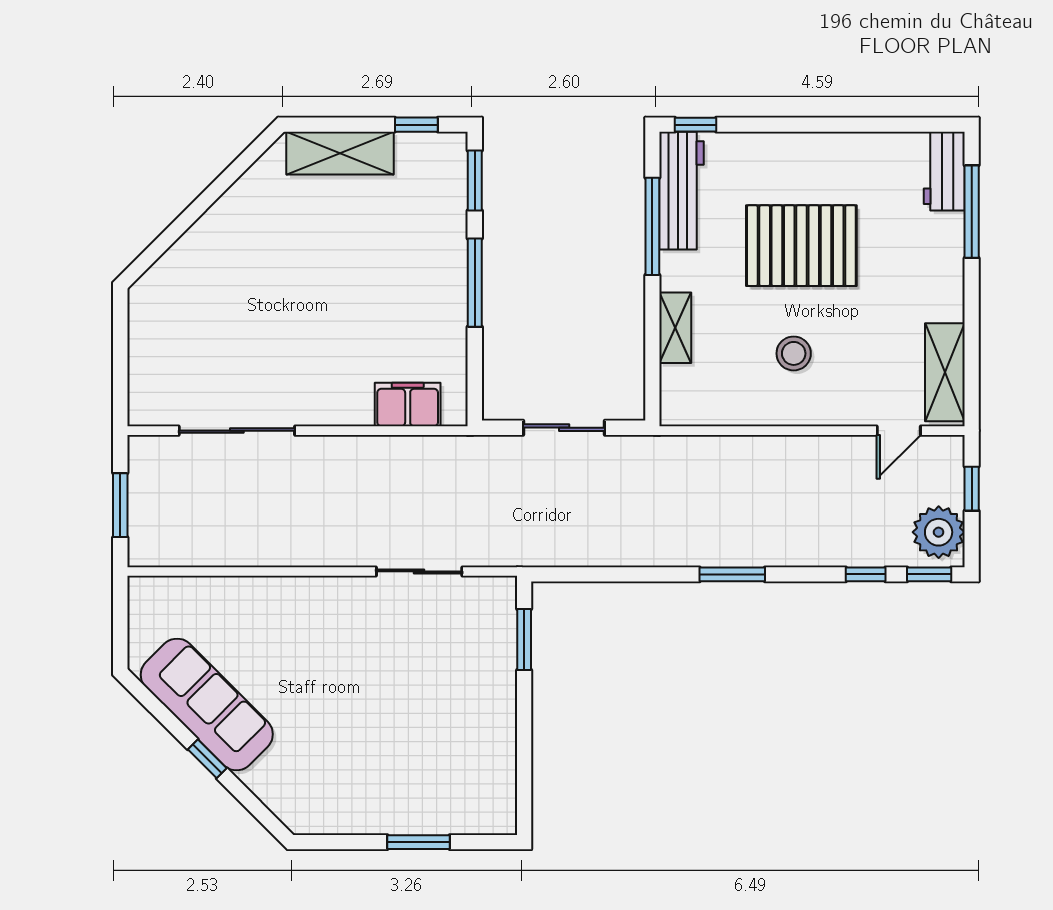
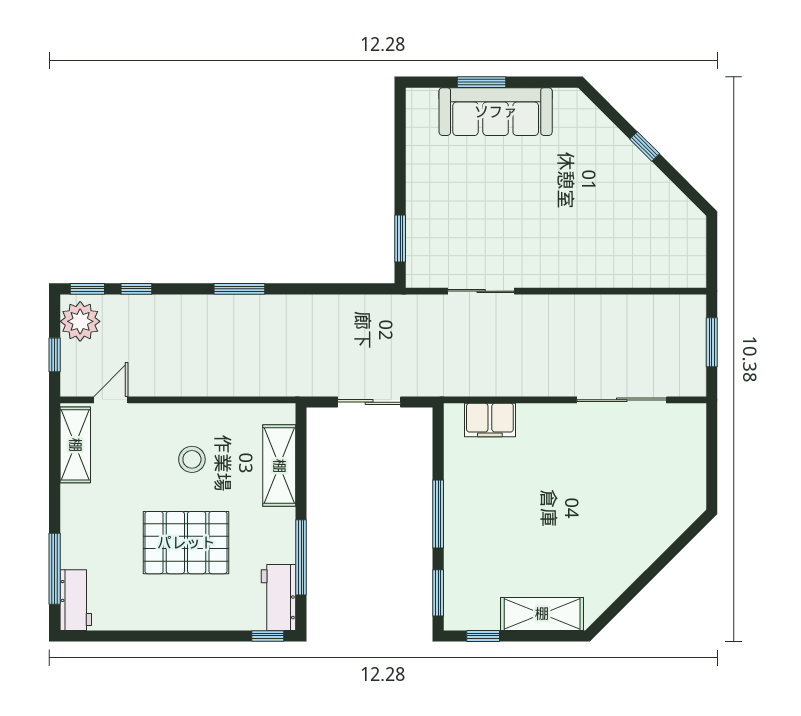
workbench: (682, 191) -> (279, 597), width x0.73
shelving: (675, 328) -> (279, 466), width x1.50, depth x1.33
sofa: (207, 705) -> (496, 112), moved, turned -45

